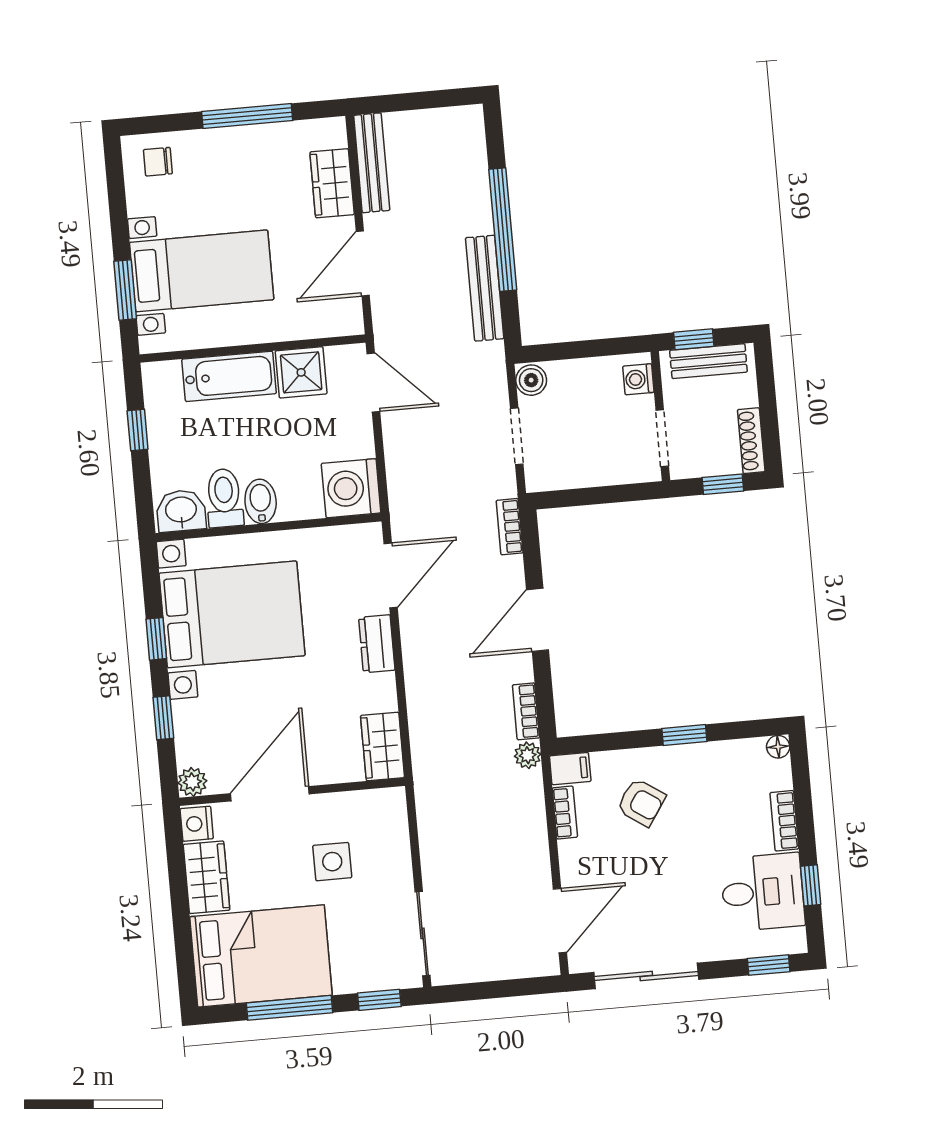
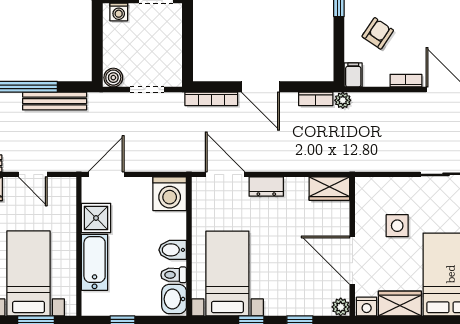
door: (363, 264) -> (33, 174), width x0.73
toilet: (224, 498) -> (174, 275), width x0.73, depth x0.72
bookcase: (510, 527) -> (211, 99), width x1.56
bed with nightstands: (232, 614) -> (227, 274), width x0.73
bookcase: (565, 813) -> (406, 81), moved

